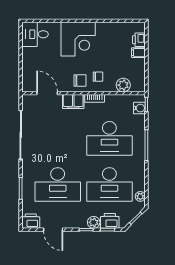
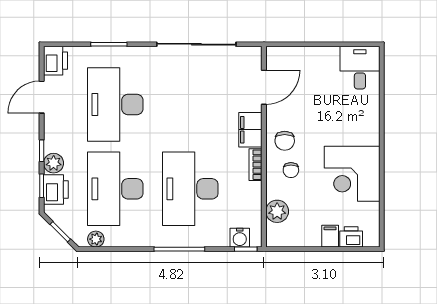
corner desk: (78, 39) -> (352, 174), moved

